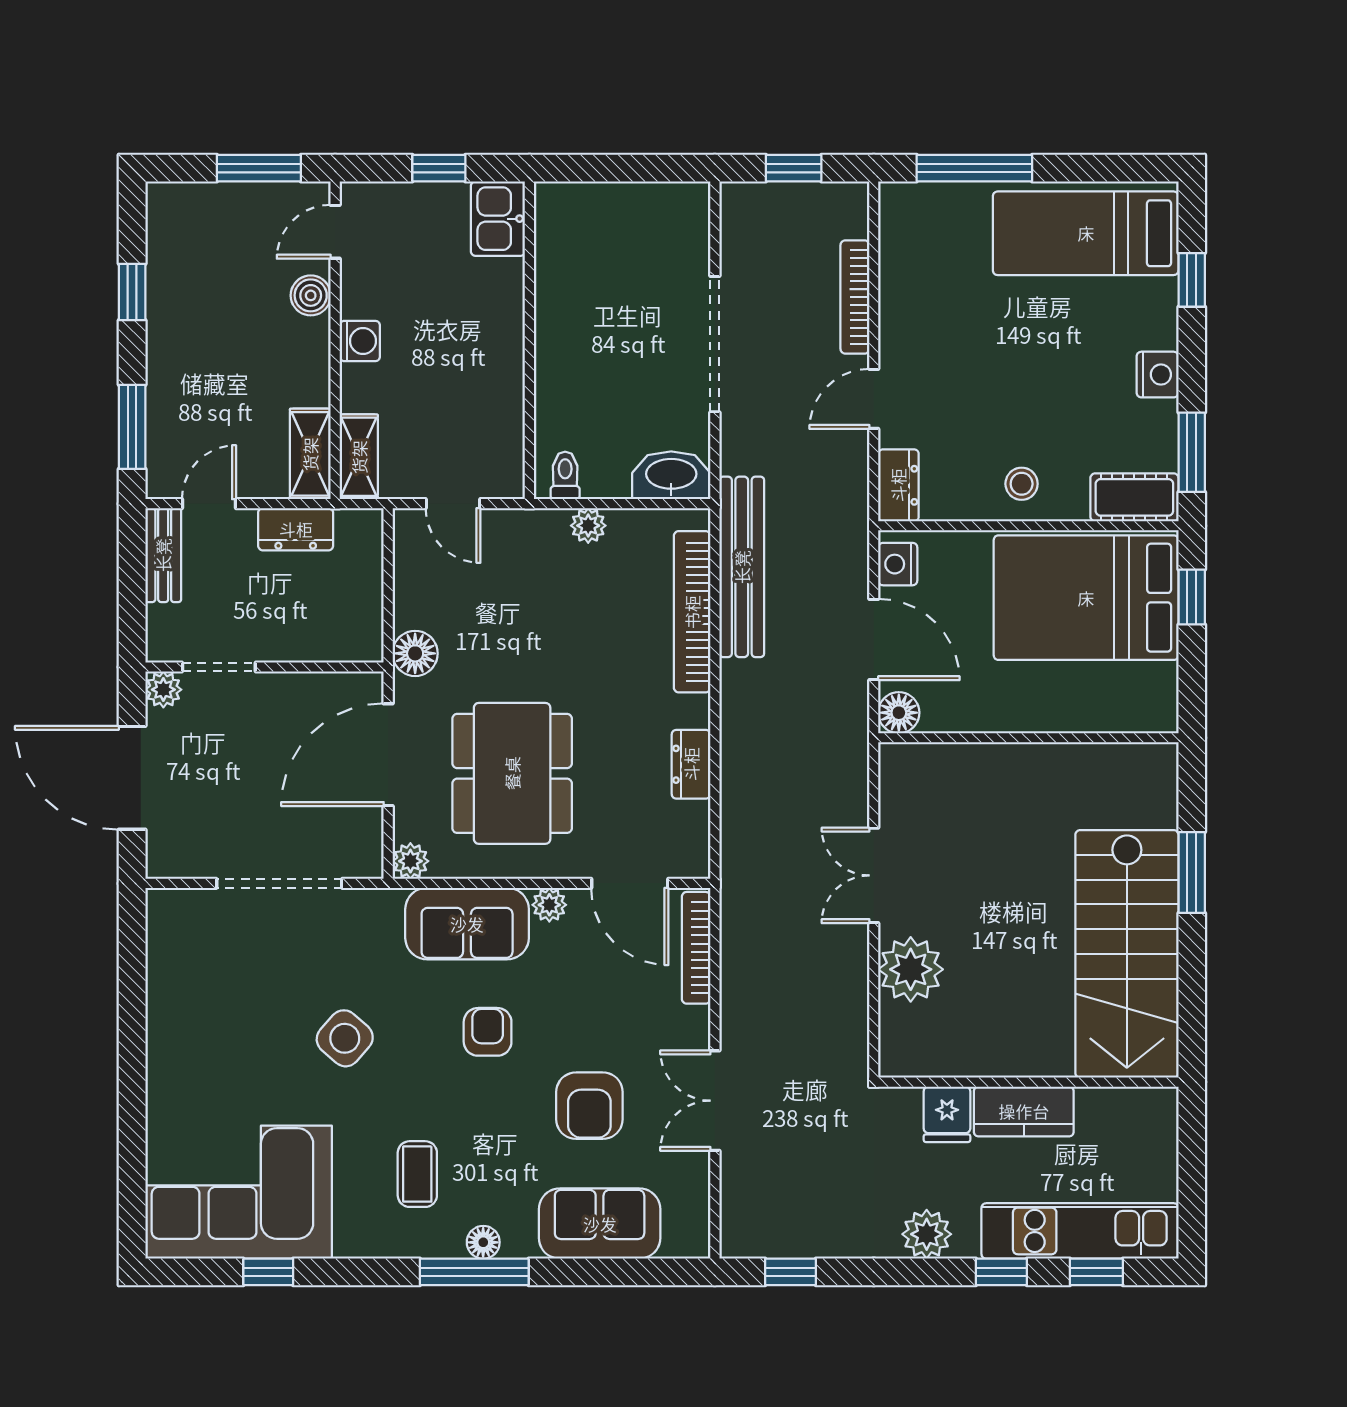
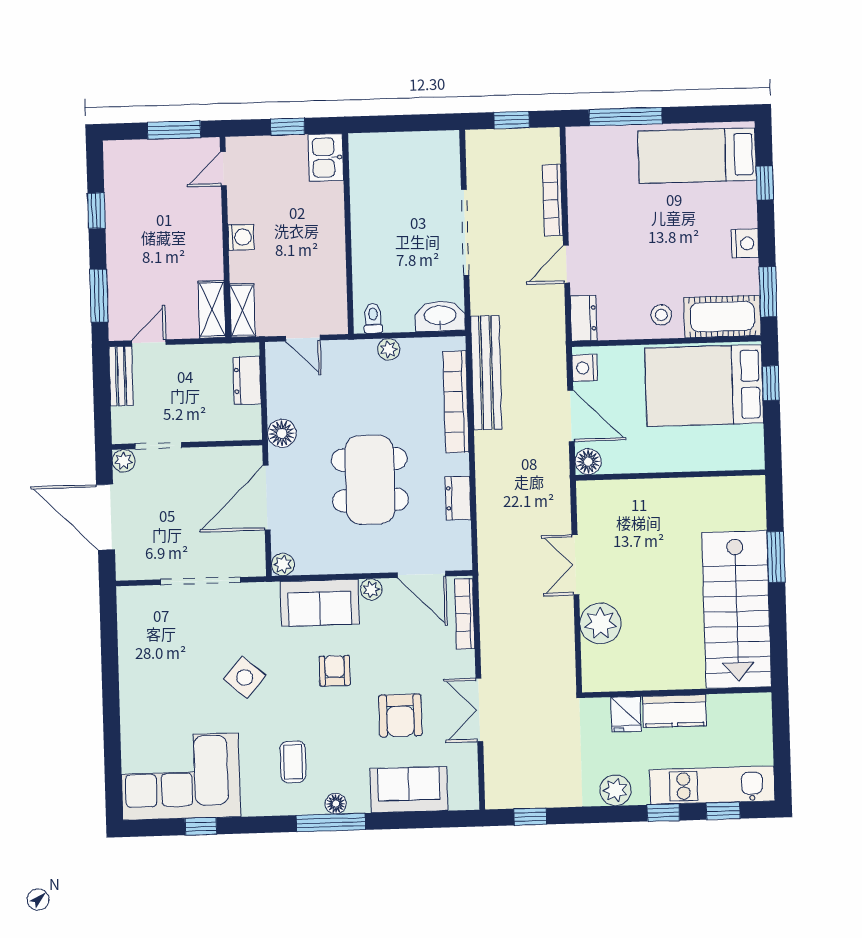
boiler: (311, 295) -> (209, 209), removed
cot: (1134, 497) -> (722, 317), width x1.37, depth x1.34
dresser: (296, 529) -> (247, 381), moved, turned 90
dining table: (512, 773) -> (370, 480), moved

